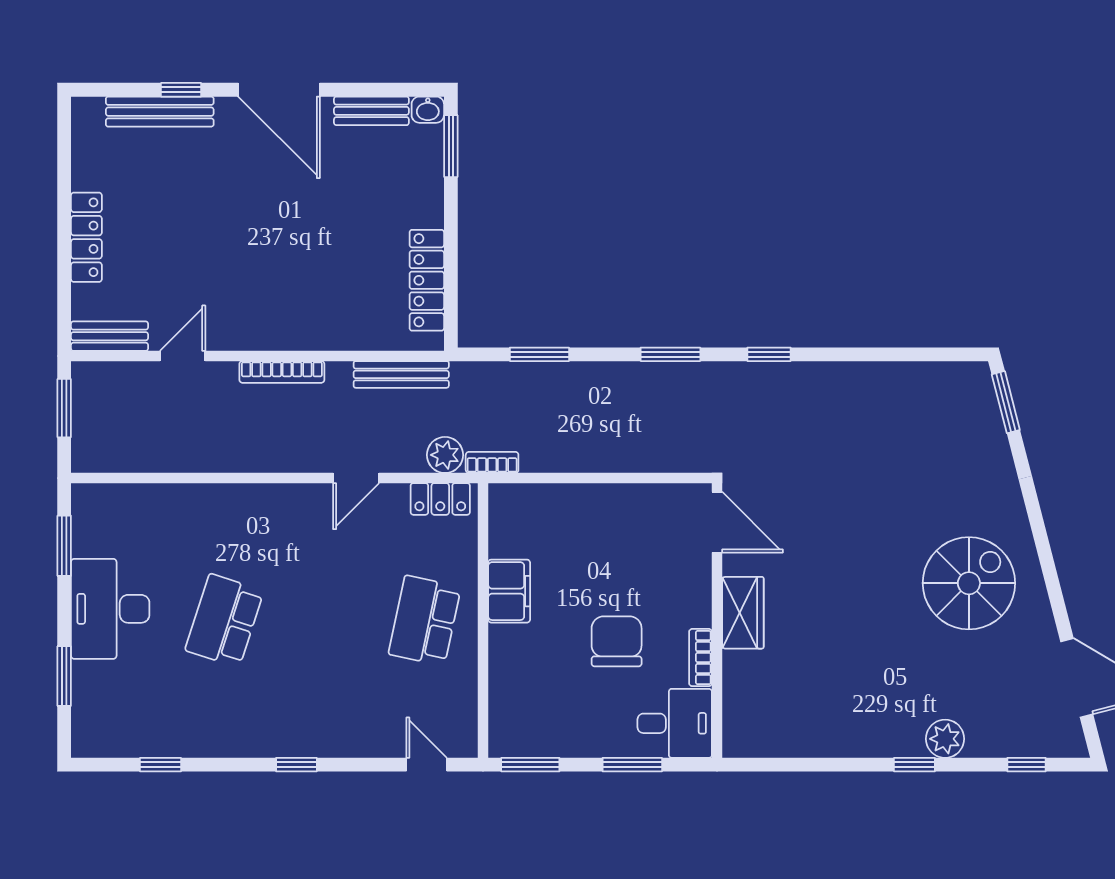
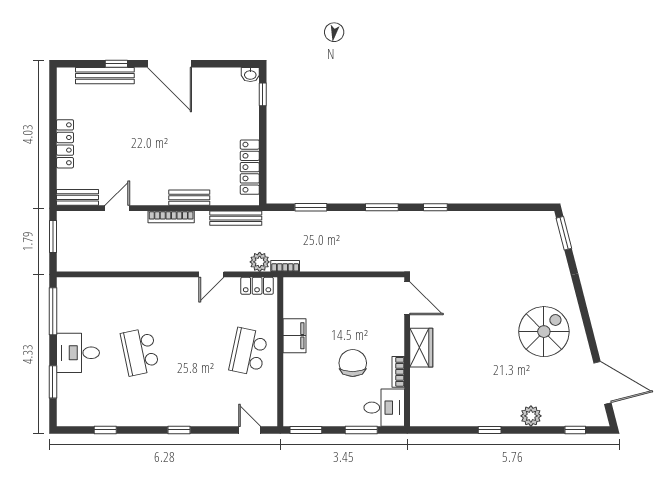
bench: (371, 111) -> (189, 198), moved
window: (451, 146) -> (263, 94), width x0.67
window: (64, 546) -> (53, 311), width x1.44
desk: (110, 609) -> (78, 353), width x0.73
school desk: (224, 621) -> (140, 352), turned -30
window: (914, 765) -> (490, 430), moved

